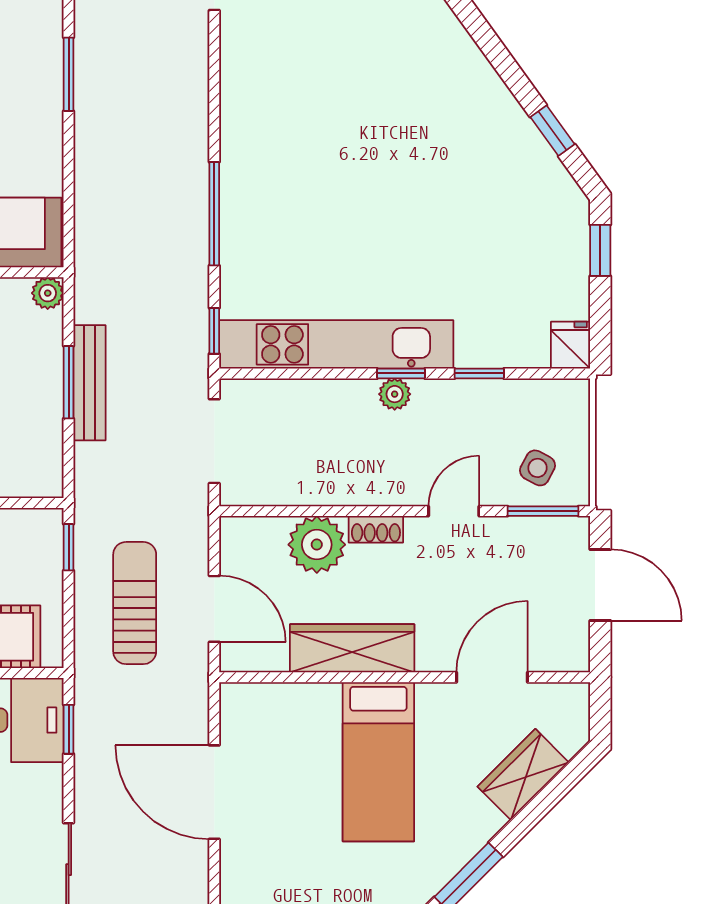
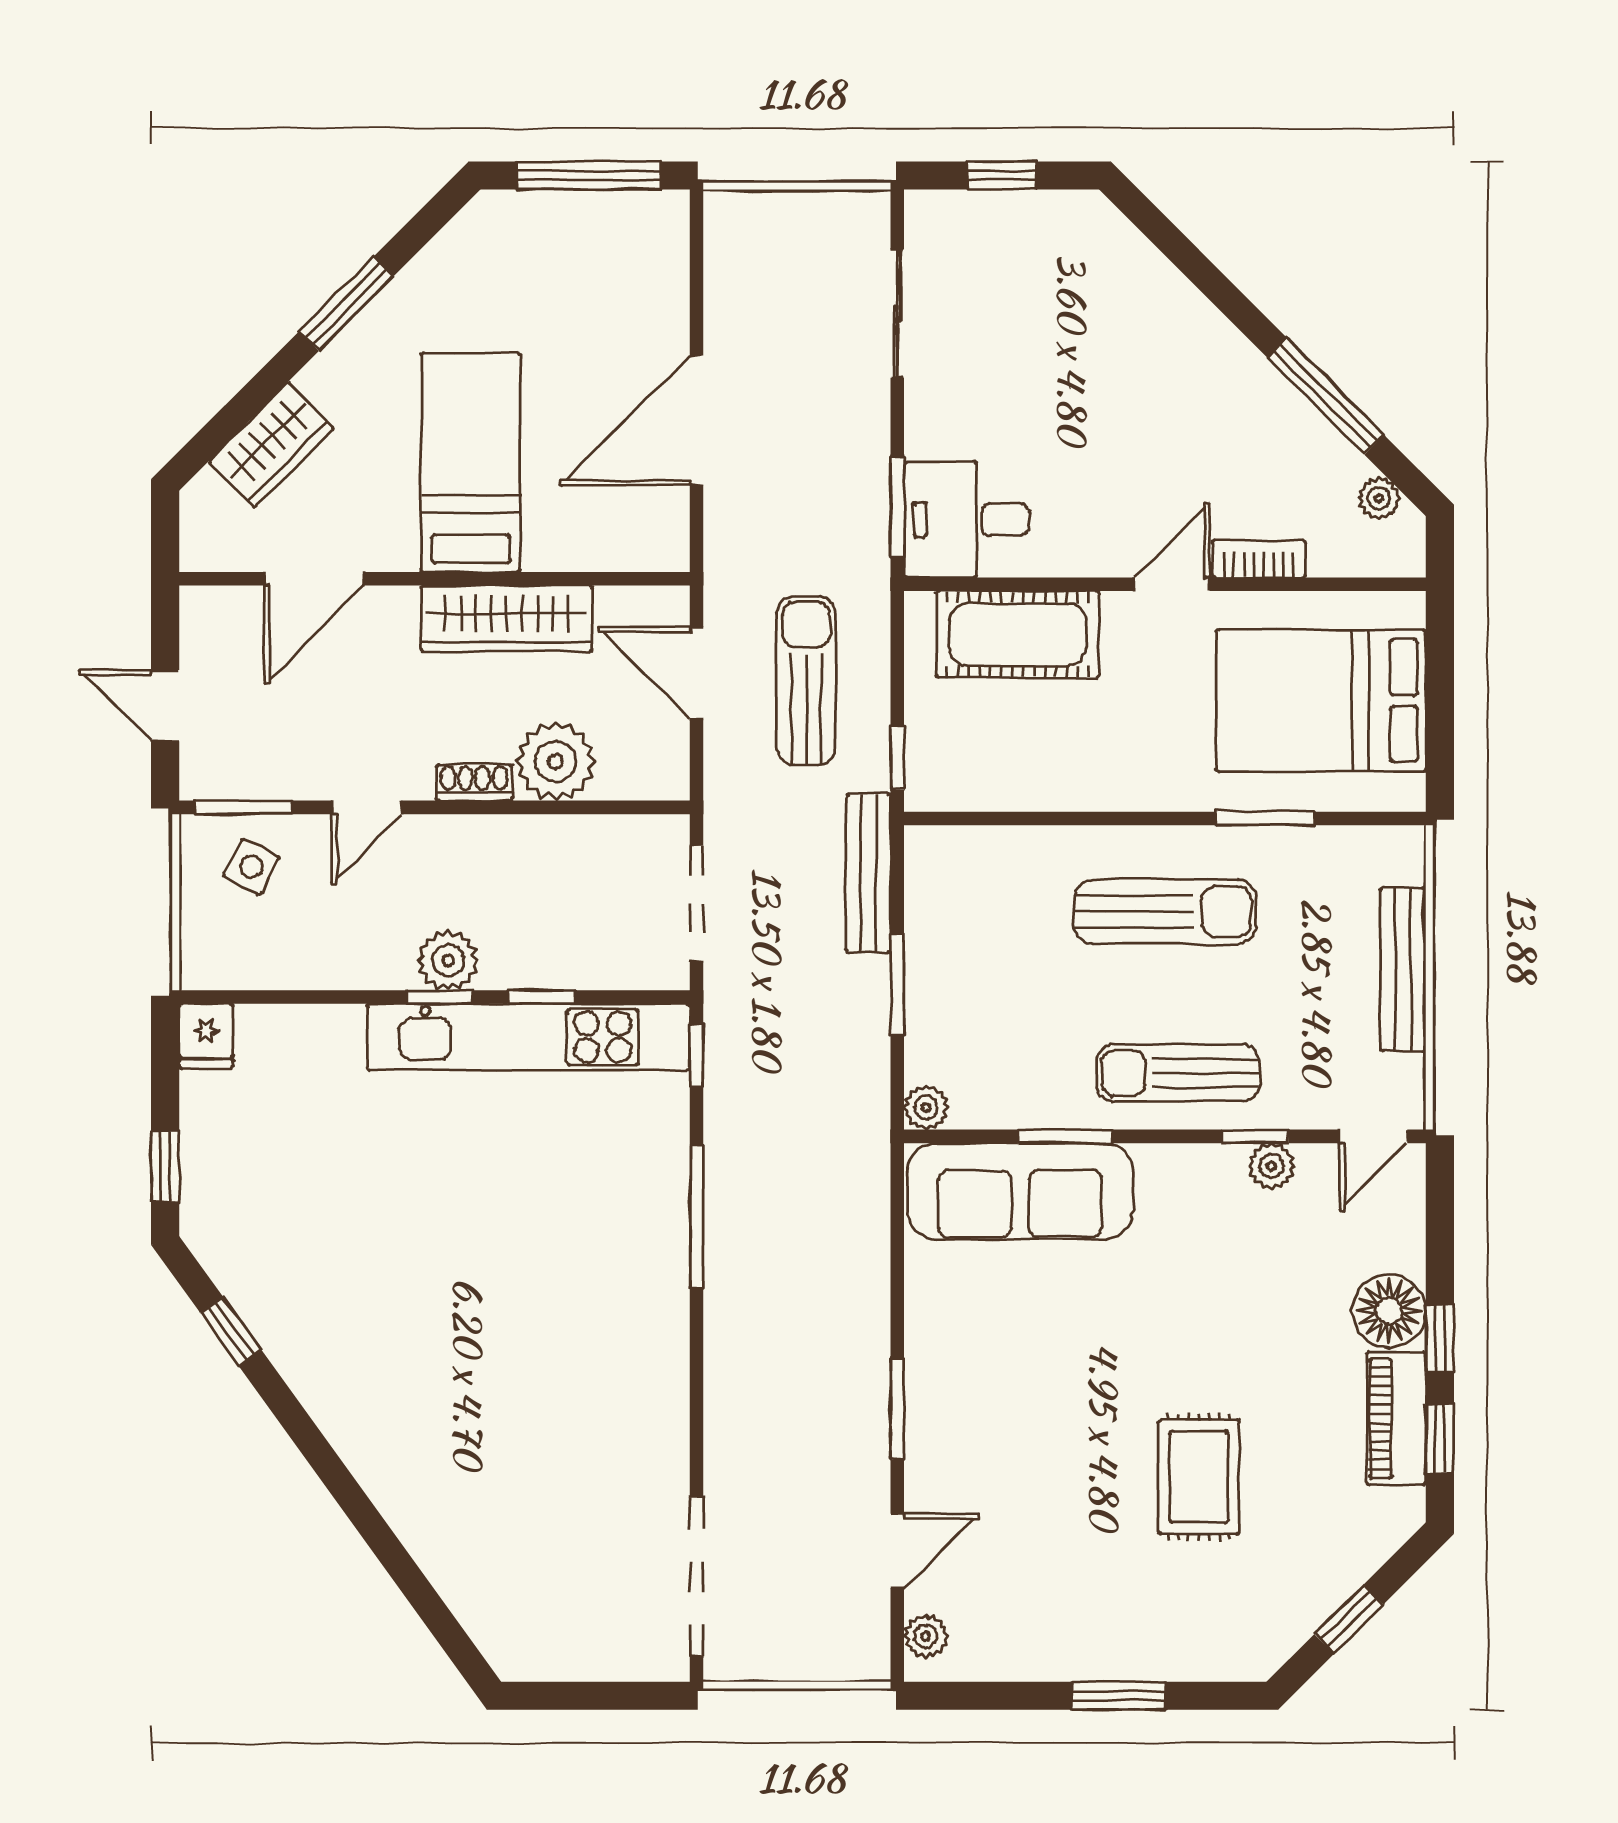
window: (479, 373) -> (541, 997), moved
bench: (90, 383) -> (868, 873), moved
plant: (395, 394) -> (448, 960), width x1.38, depth x1.38
door: (600, 585) -> (165, 706), width x0.73
sun lounger: (135, 603) -> (806, 681), turned 180
window: (69, 729) -> (897, 507), width x1.50
door: (214, 792) -> (697, 420), swing flipped

